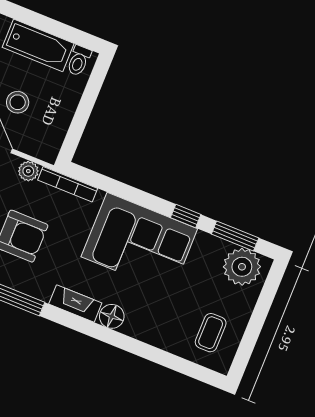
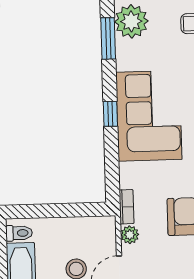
bookcase: (68, 184) -> (127, 207), width x0.64
window: (186, 216) -> (110, 114), moved

